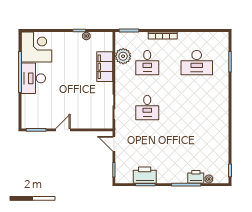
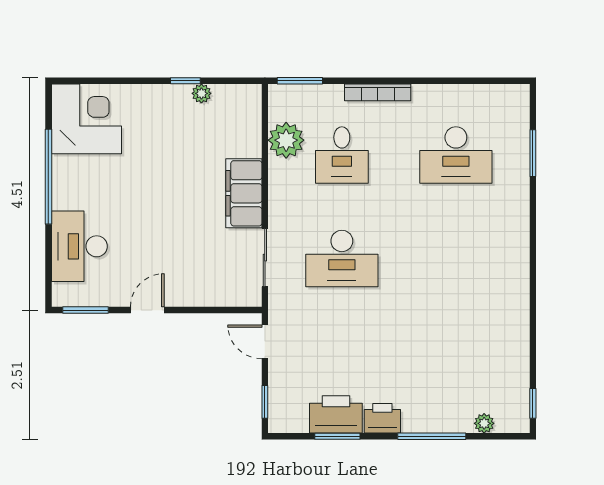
filing cabinet: (105, 67) -> (244, 193), moved
desk: (33, 78) -> (79, 246), moved
desk: (147, 108) -> (342, 259), width x1.37
printer: (196, 177) -> (382, 418), moved

